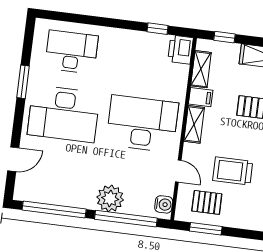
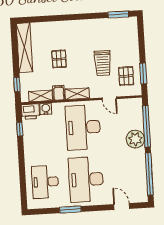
desk: (64, 114) -> (86, 179), turned 180
door: (178, 171) -> (109, 98), swing flipped
water cooler: (164, 204) -> (46, 109), moved

